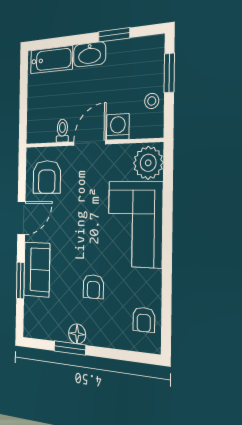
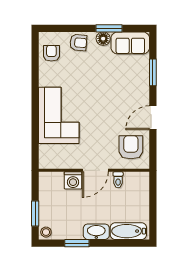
stool: (152, 101) -> (46, 232), moved
plant: (148, 163) -> (50, 156), removed
sofa: (37, 270) -> (130, 43), moved, turned -90
armchair: (93, 287) -> (78, 43), moved, turned 95

